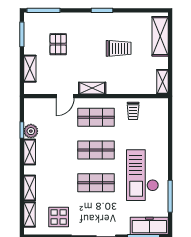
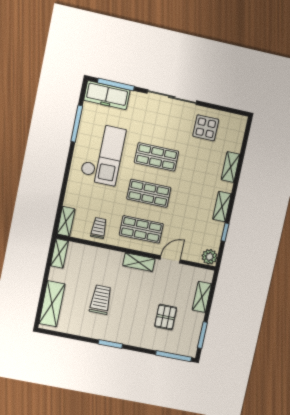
trolley: (119, 48) -> (101, 300), turned 90
plant: (31, 131) -> (210, 257), moved
shelving: (29, 214) -> (66, 221), moved

